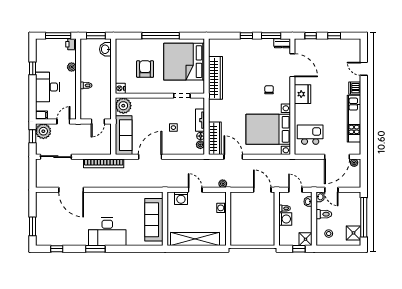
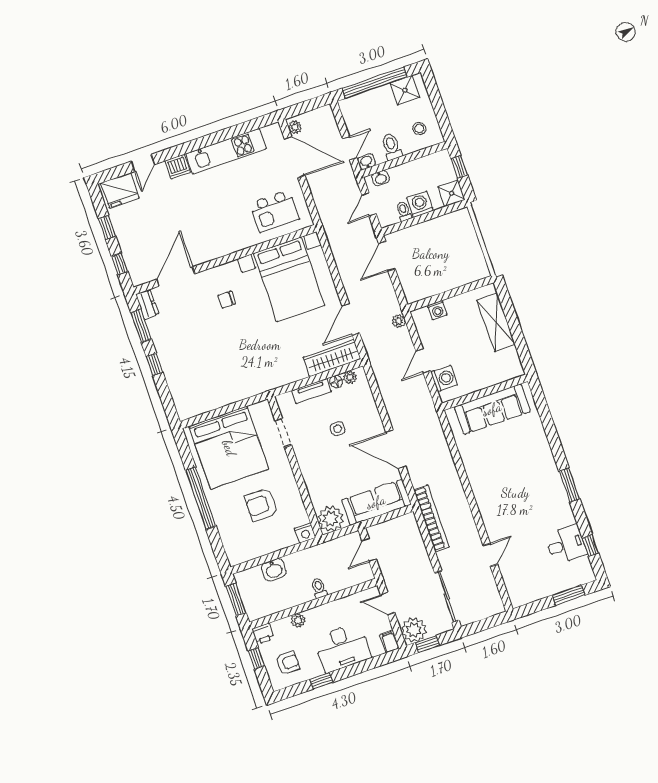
window: (58, 36) -> (256, 658), width x0.46
washbasin: (105, 49) -> (274, 570), moved
armchair: (49, 53) -> (288, 663), added
wardrobe: (215, 78) -> (237, 390), removed
fridge: (302, 94) -> (120, 190), moved, turned 180
door: (98, 122) -> (369, 550), swing flipped
kitchen island: (310, 135) -> (275, 211), turned -90
door: (71, 190) -> (490, 555), width x0.53
desk: (107, 232) -> (566, 544), moved, width x0.53, depth x0.77
shelving: (195, 239) -> (496, 322), width x0.68
shower: (305, 239) -> (452, 193), moved

